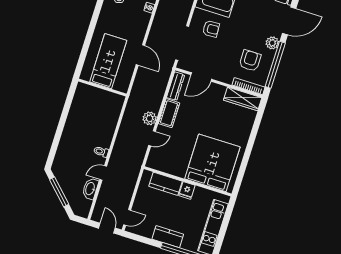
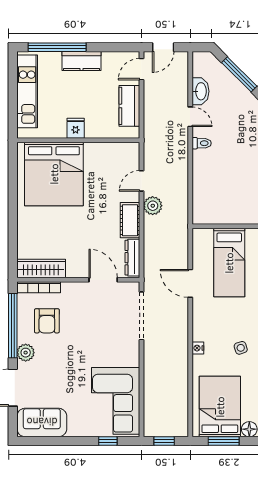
armchair: (211, 29) -> (110, 346), removed
door: (201, 77) -> (103, 280), hinge flipped
door: (103, 173) -> (190, 117), hinge flipped
kitchen counter: (165, 184) -> (129, 106), moved, turned -90
door: (107, 228) -> (163, 47), hinge flipped

